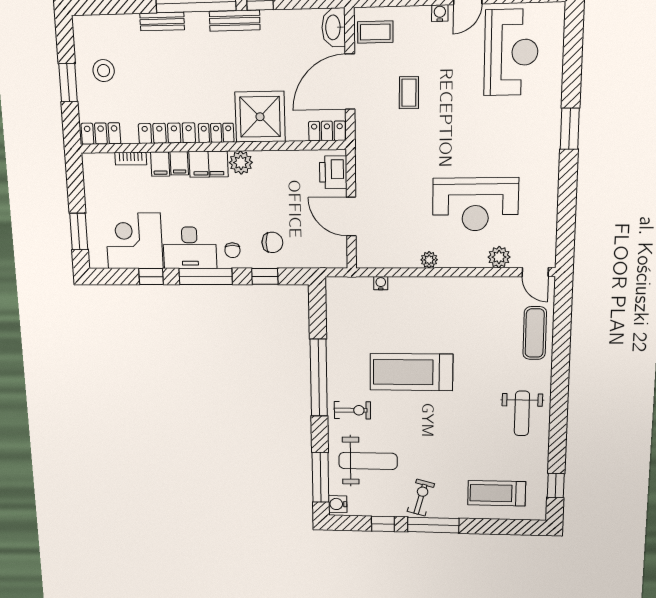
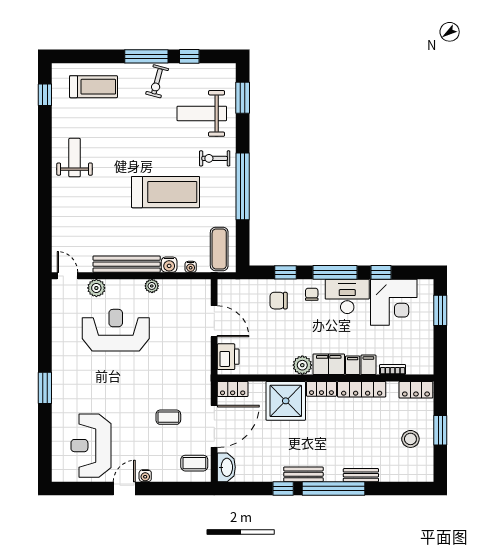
coffee table: (409, 93) -> (168, 417), turned 90
bench: (460, 286) -> (127, 264), added
exercise mat: (535, 333) -> (219, 249), moved
window: (320, 477) -> (243, 98), width x0.69
water cooler: (338, 504) -> (169, 265), moved, turned 90

